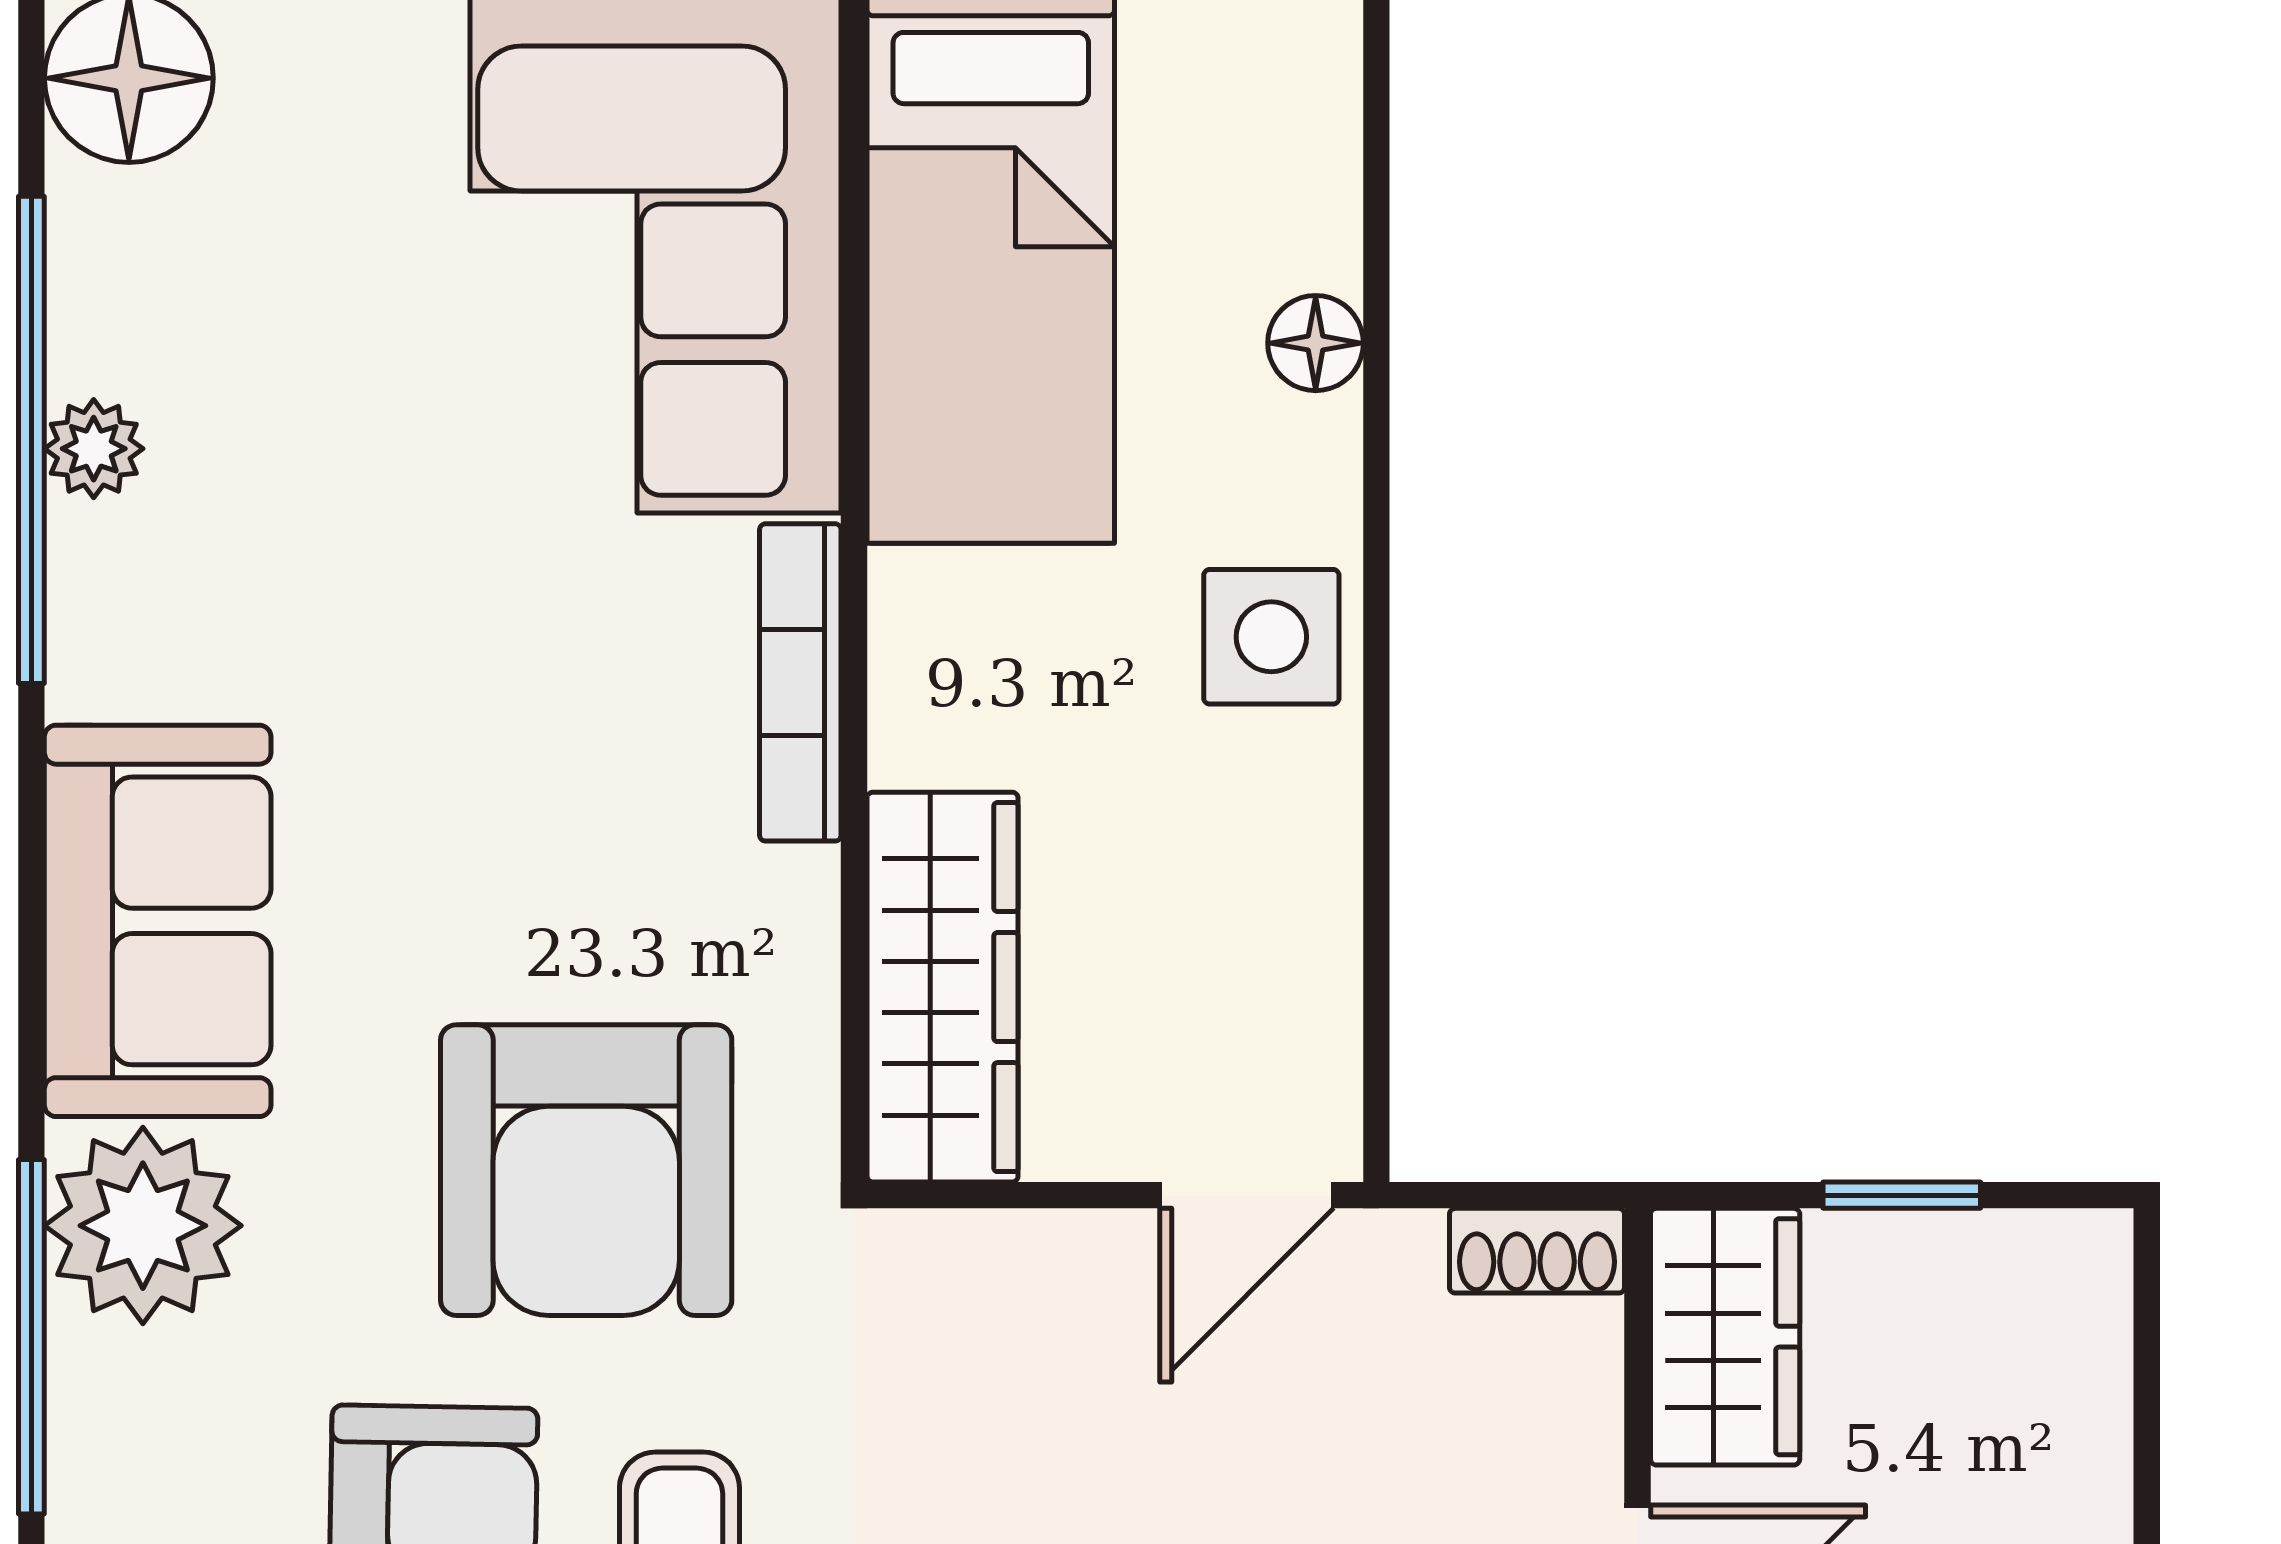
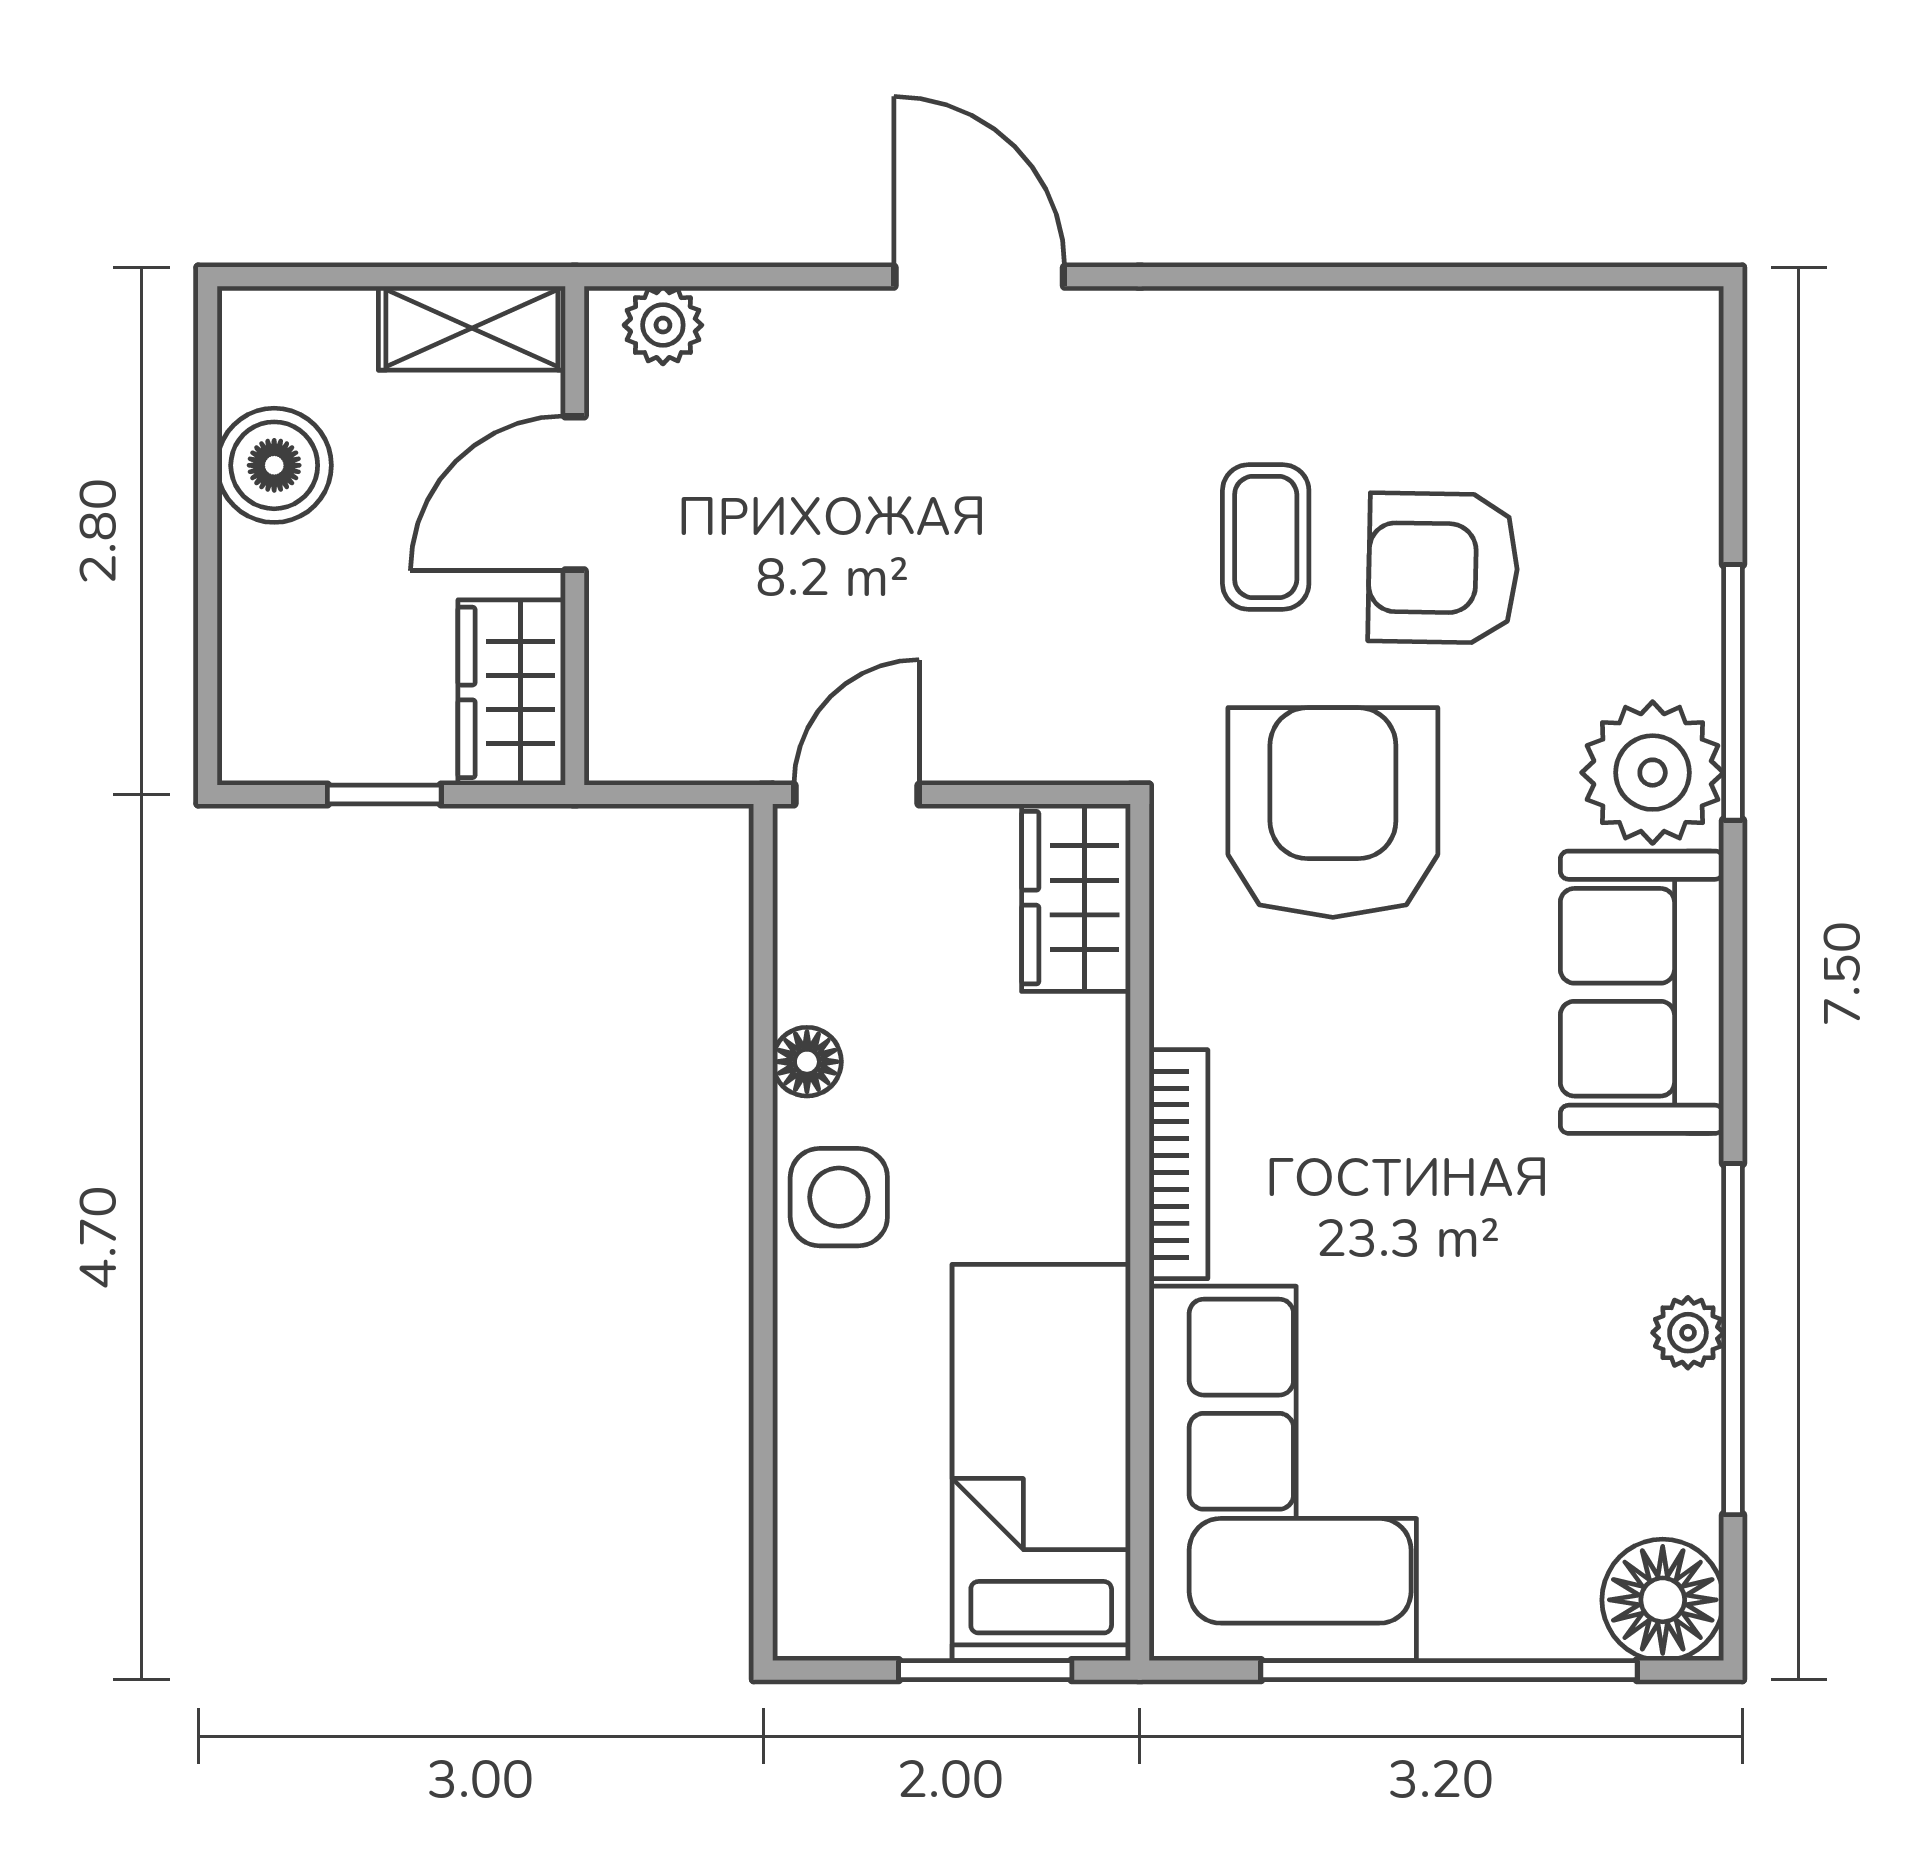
floor lamp: (1316, 343) -> (807, 1062), moved
wardrobe: (943, 987) -> (1076, 898), width x0.67
shoe rack: (1537, 1251) -> (647, 754), removed

